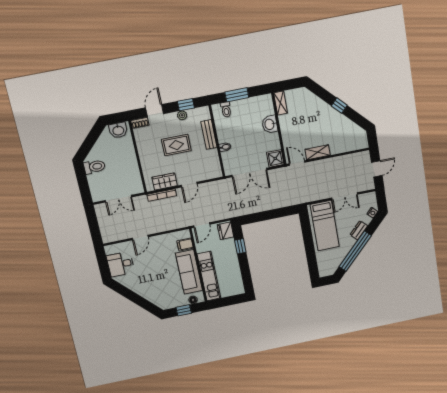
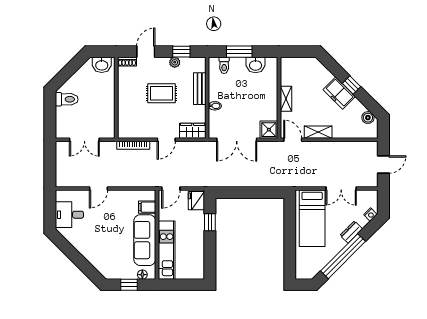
shelving: (281, 103) -> (286, 99), moved
freezer: (330, 115) -> (339, 93), added
washbasin: (270, 124) -> (256, 65), moved, turned -90
boiler: (358, 131) -> (368, 118), added
wardrobe: (164, 181) -> (193, 131), moved

